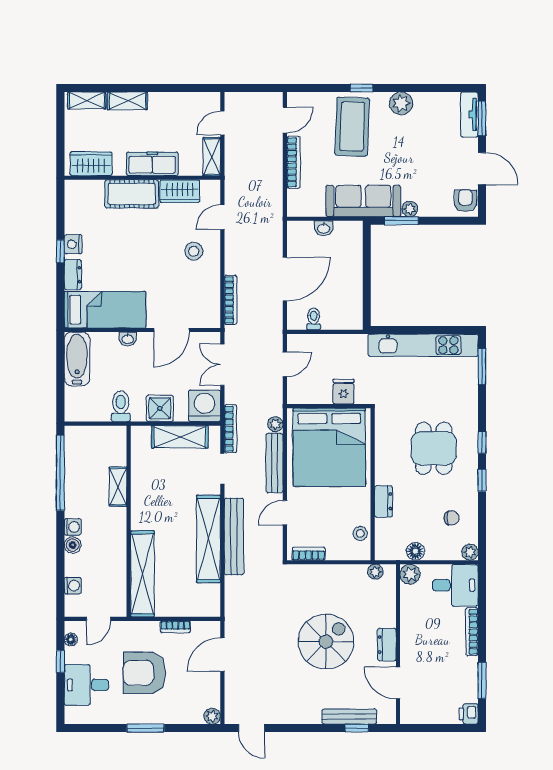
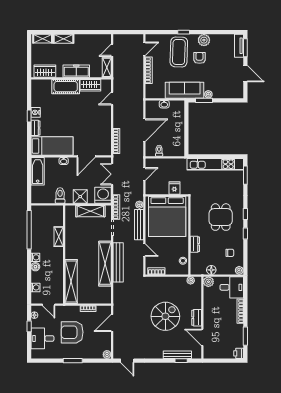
armchair: (466, 201) -> (199, 58), moved
stool: (194, 251) -> (98, 116), removed
door: (285, 513) -> (144, 250), swing flipped
door: (98, 619) -> (49, 305), hinge flipped

